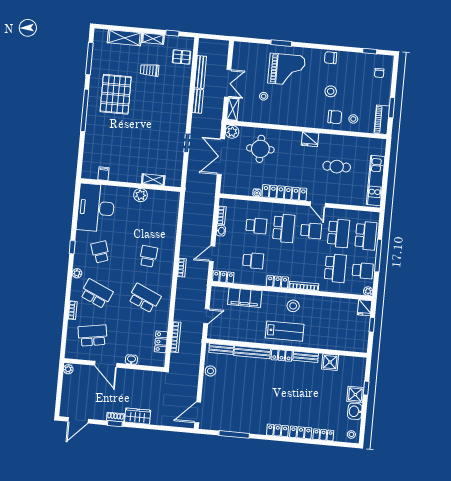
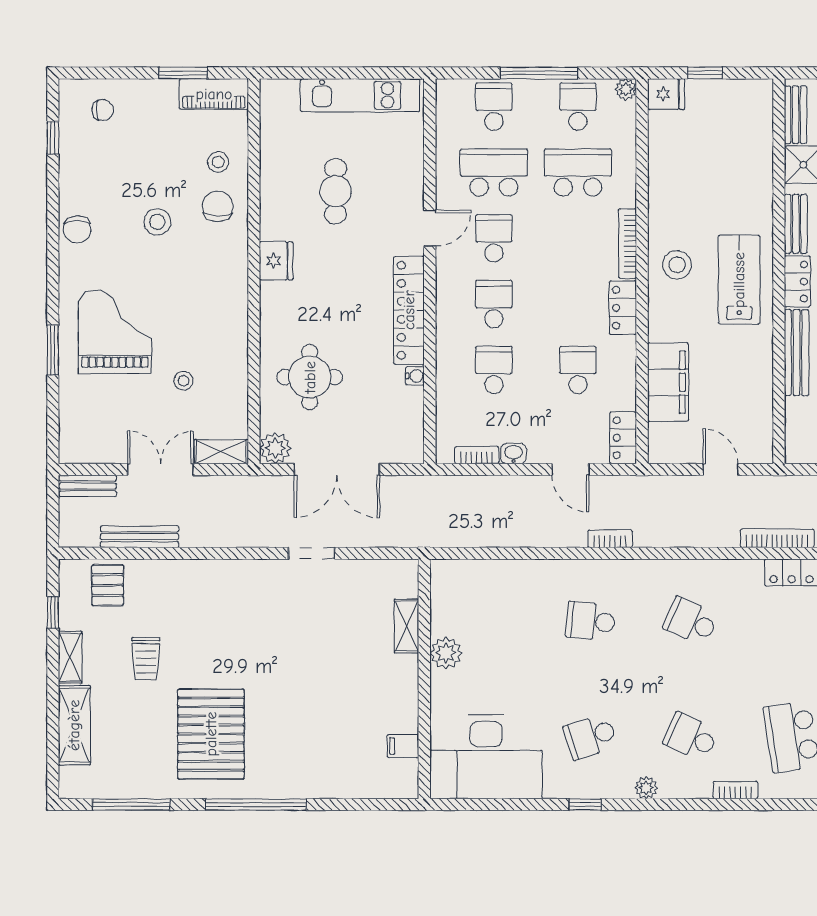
pallet: (116, 94) -> (211, 734), turned 90
bench: (198, 101) -> (88, 486), moved
school desk: (284, 228) -> (494, 304), width x0.54
school desk: (366, 236) -> (494, 107), width x0.54
school desk: (96, 294) -> (691, 737), width x0.54
school desk: (144, 298) -> (691, 621), width x0.54
bench: (221, 349) -> (796, 115), moved

